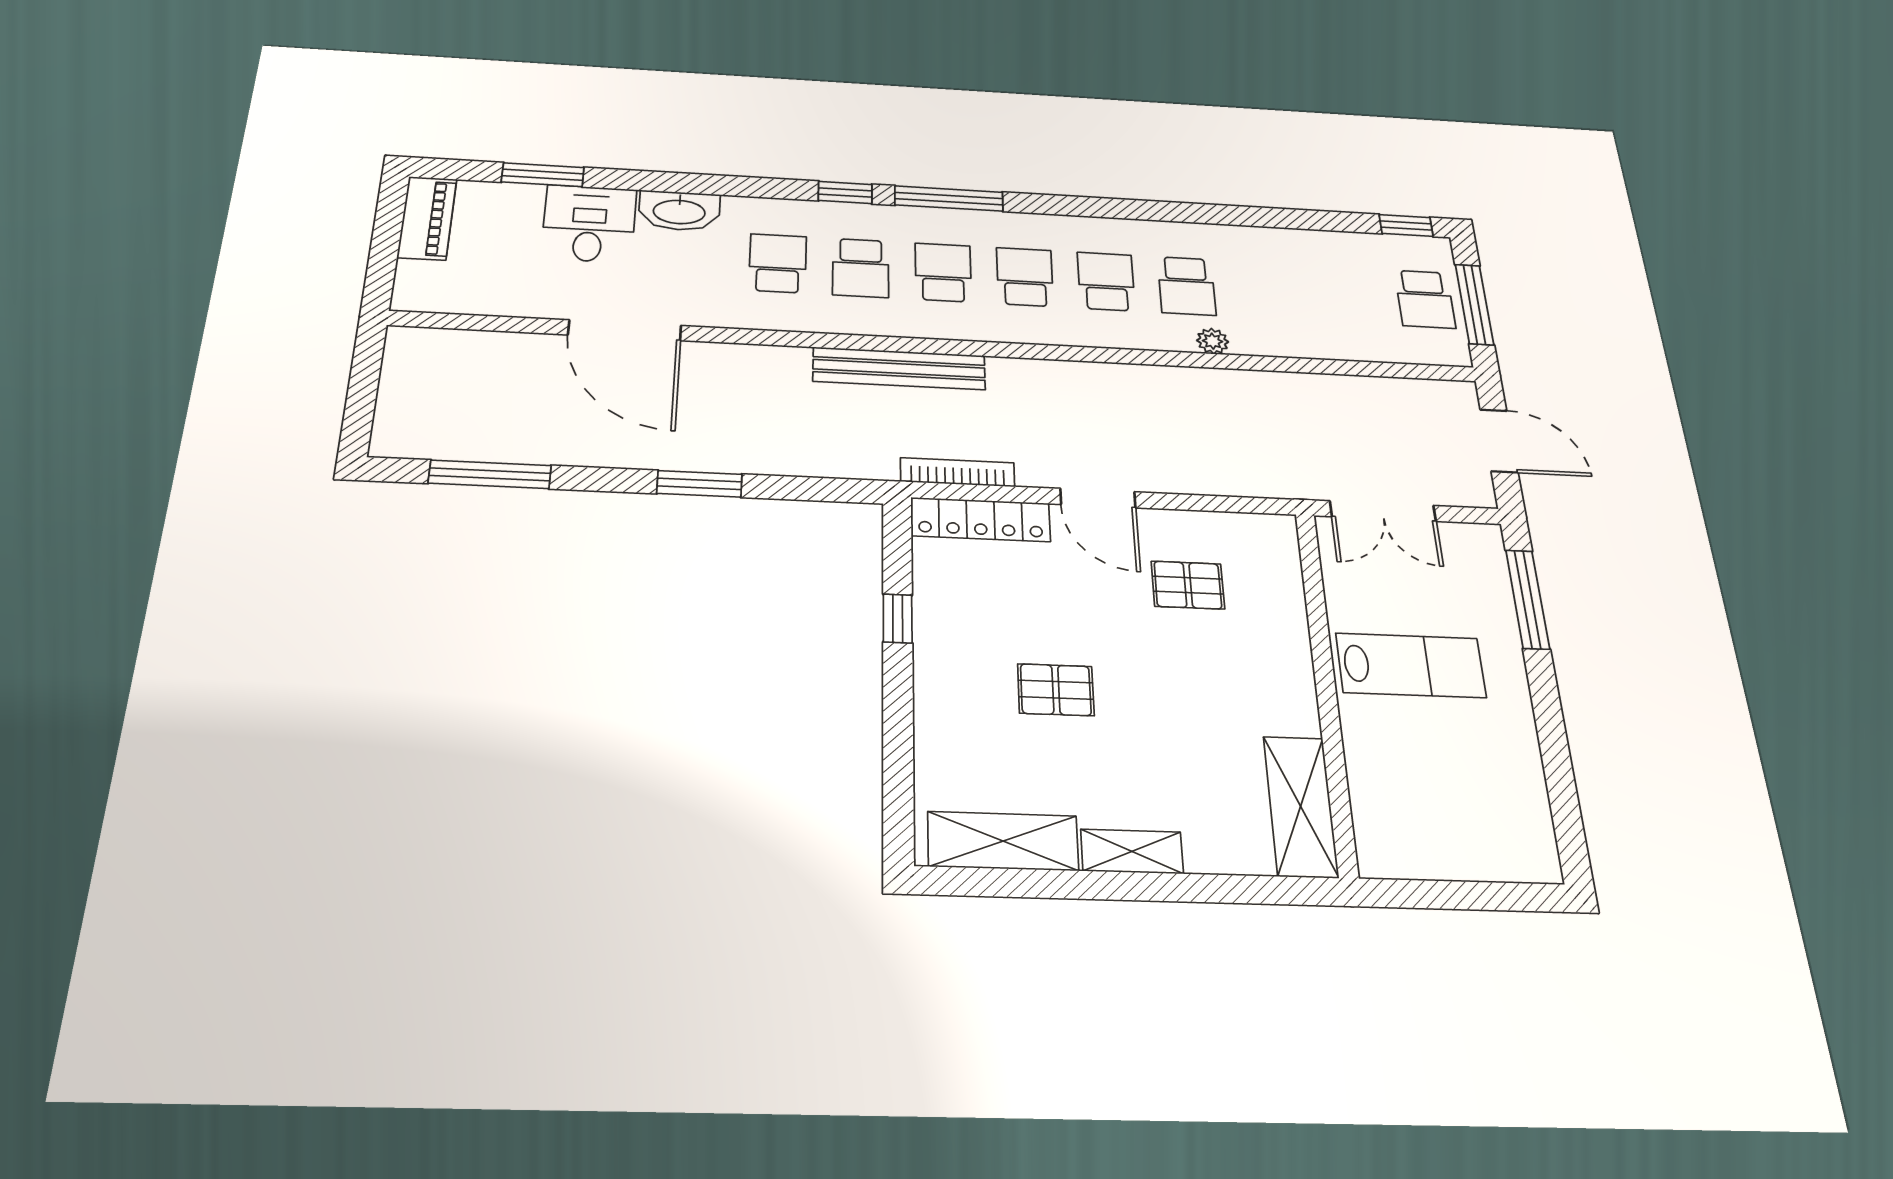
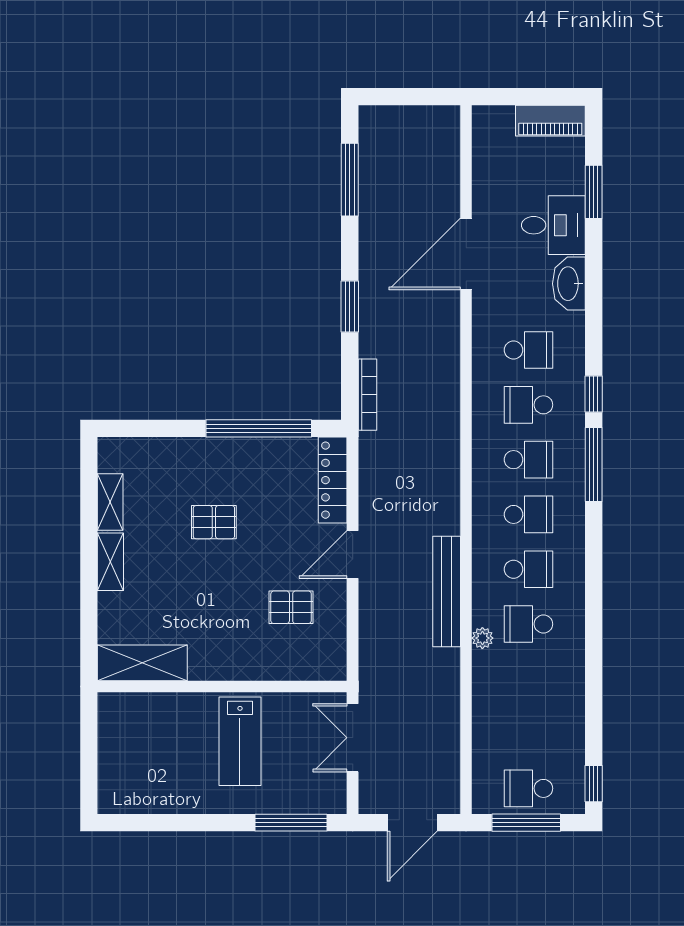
bench: (899, 368) -> (447, 591), moved
bookcase: (957, 472) -> (367, 395), moved
pallet: (1188, 585) -> (291, 607), turned 90
window: (898, 618) -> (259, 428), width x3.17
pallet: (1056, 690) -> (214, 522), turned 90
shelving: (1003, 841) -> (110, 502), width x0.67, depth x0.75

